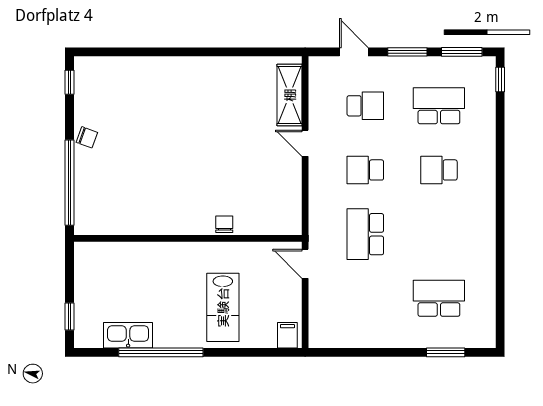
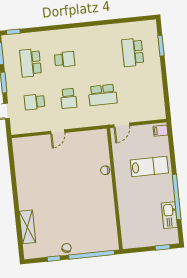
window: (69, 82) -> (54, 259), moved
shelving: (290, 95) -> (27, 227), moved, turned 90
school desk: (365, 106) -> (35, 102), turned -90
school desk: (439, 170) -> (65, 59), turned -90

